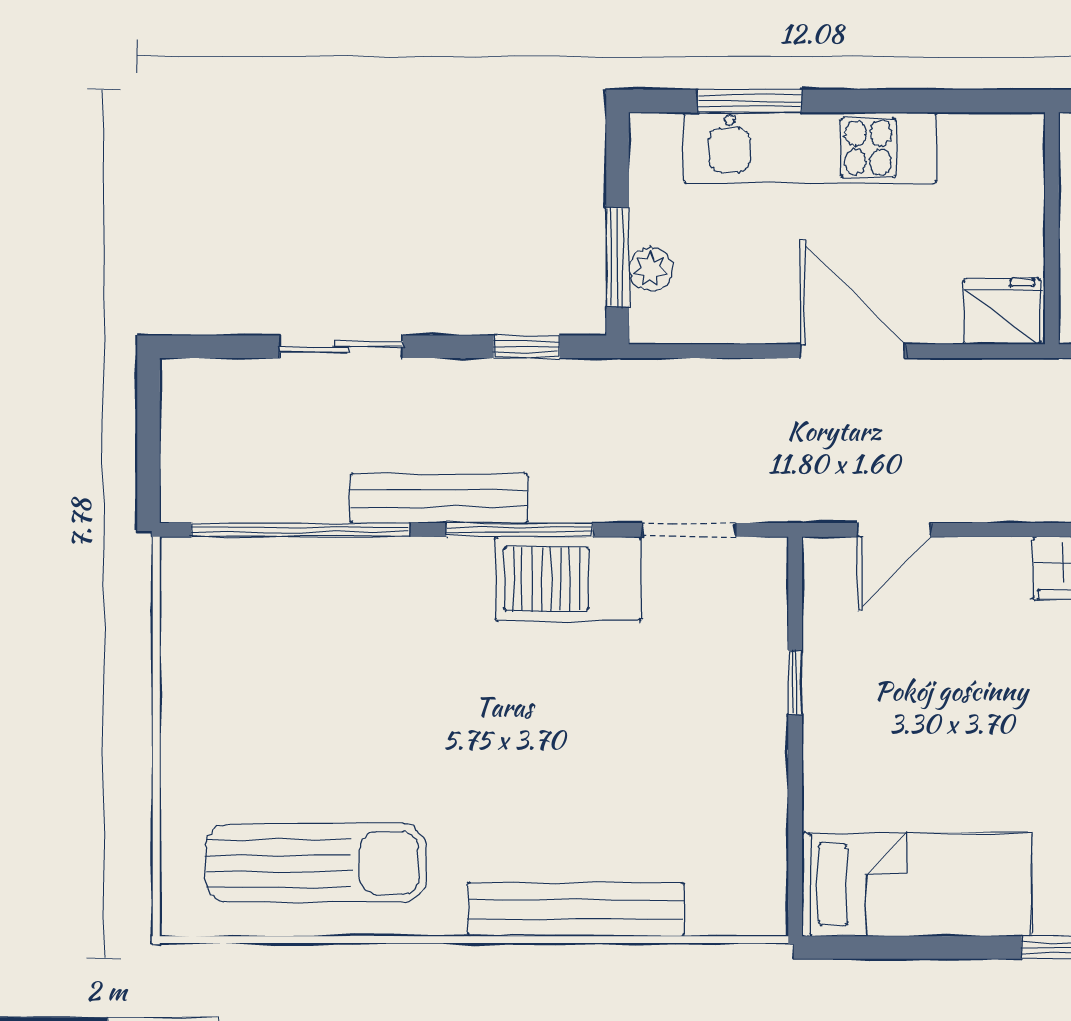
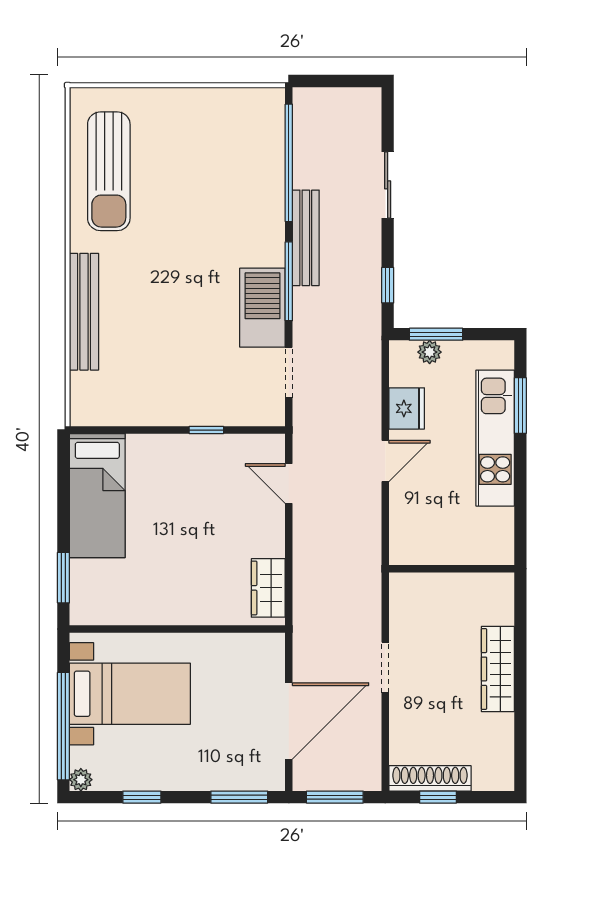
fridge: (1002, 312) -> (407, 408), moved
door: (853, 351) -> (385, 461), width x0.73

